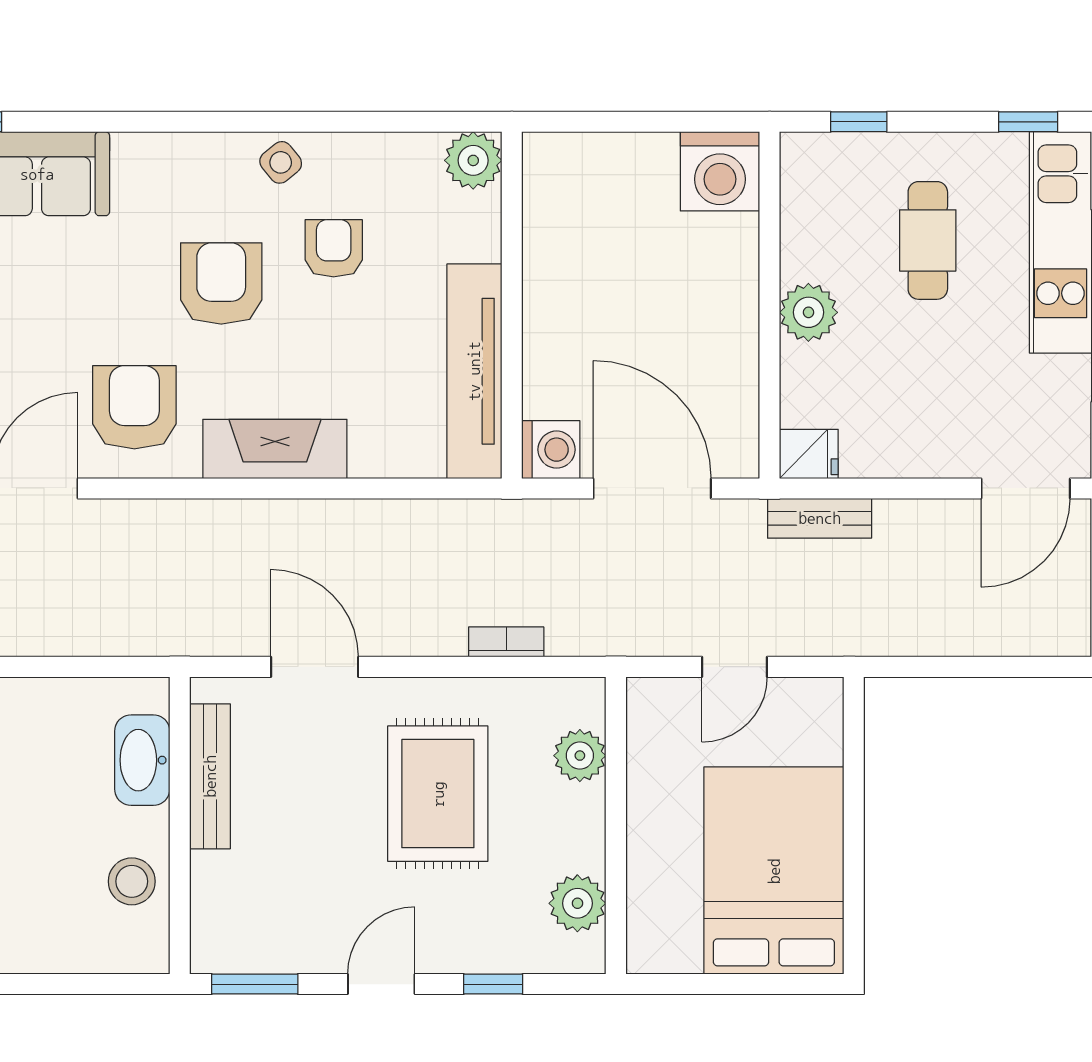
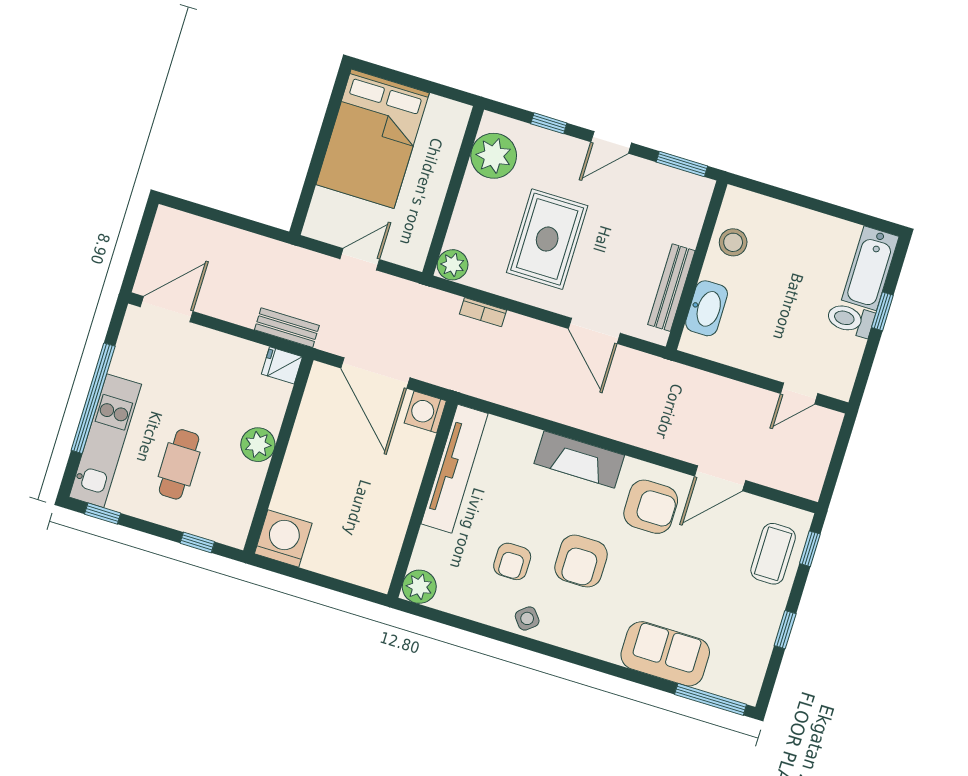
armchair: (134, 407) -> (651, 507), turned -90
plant: (580, 756) -> (453, 265), moved
plant: (577, 903) -> (494, 156), width x1.36, depth x1.36

